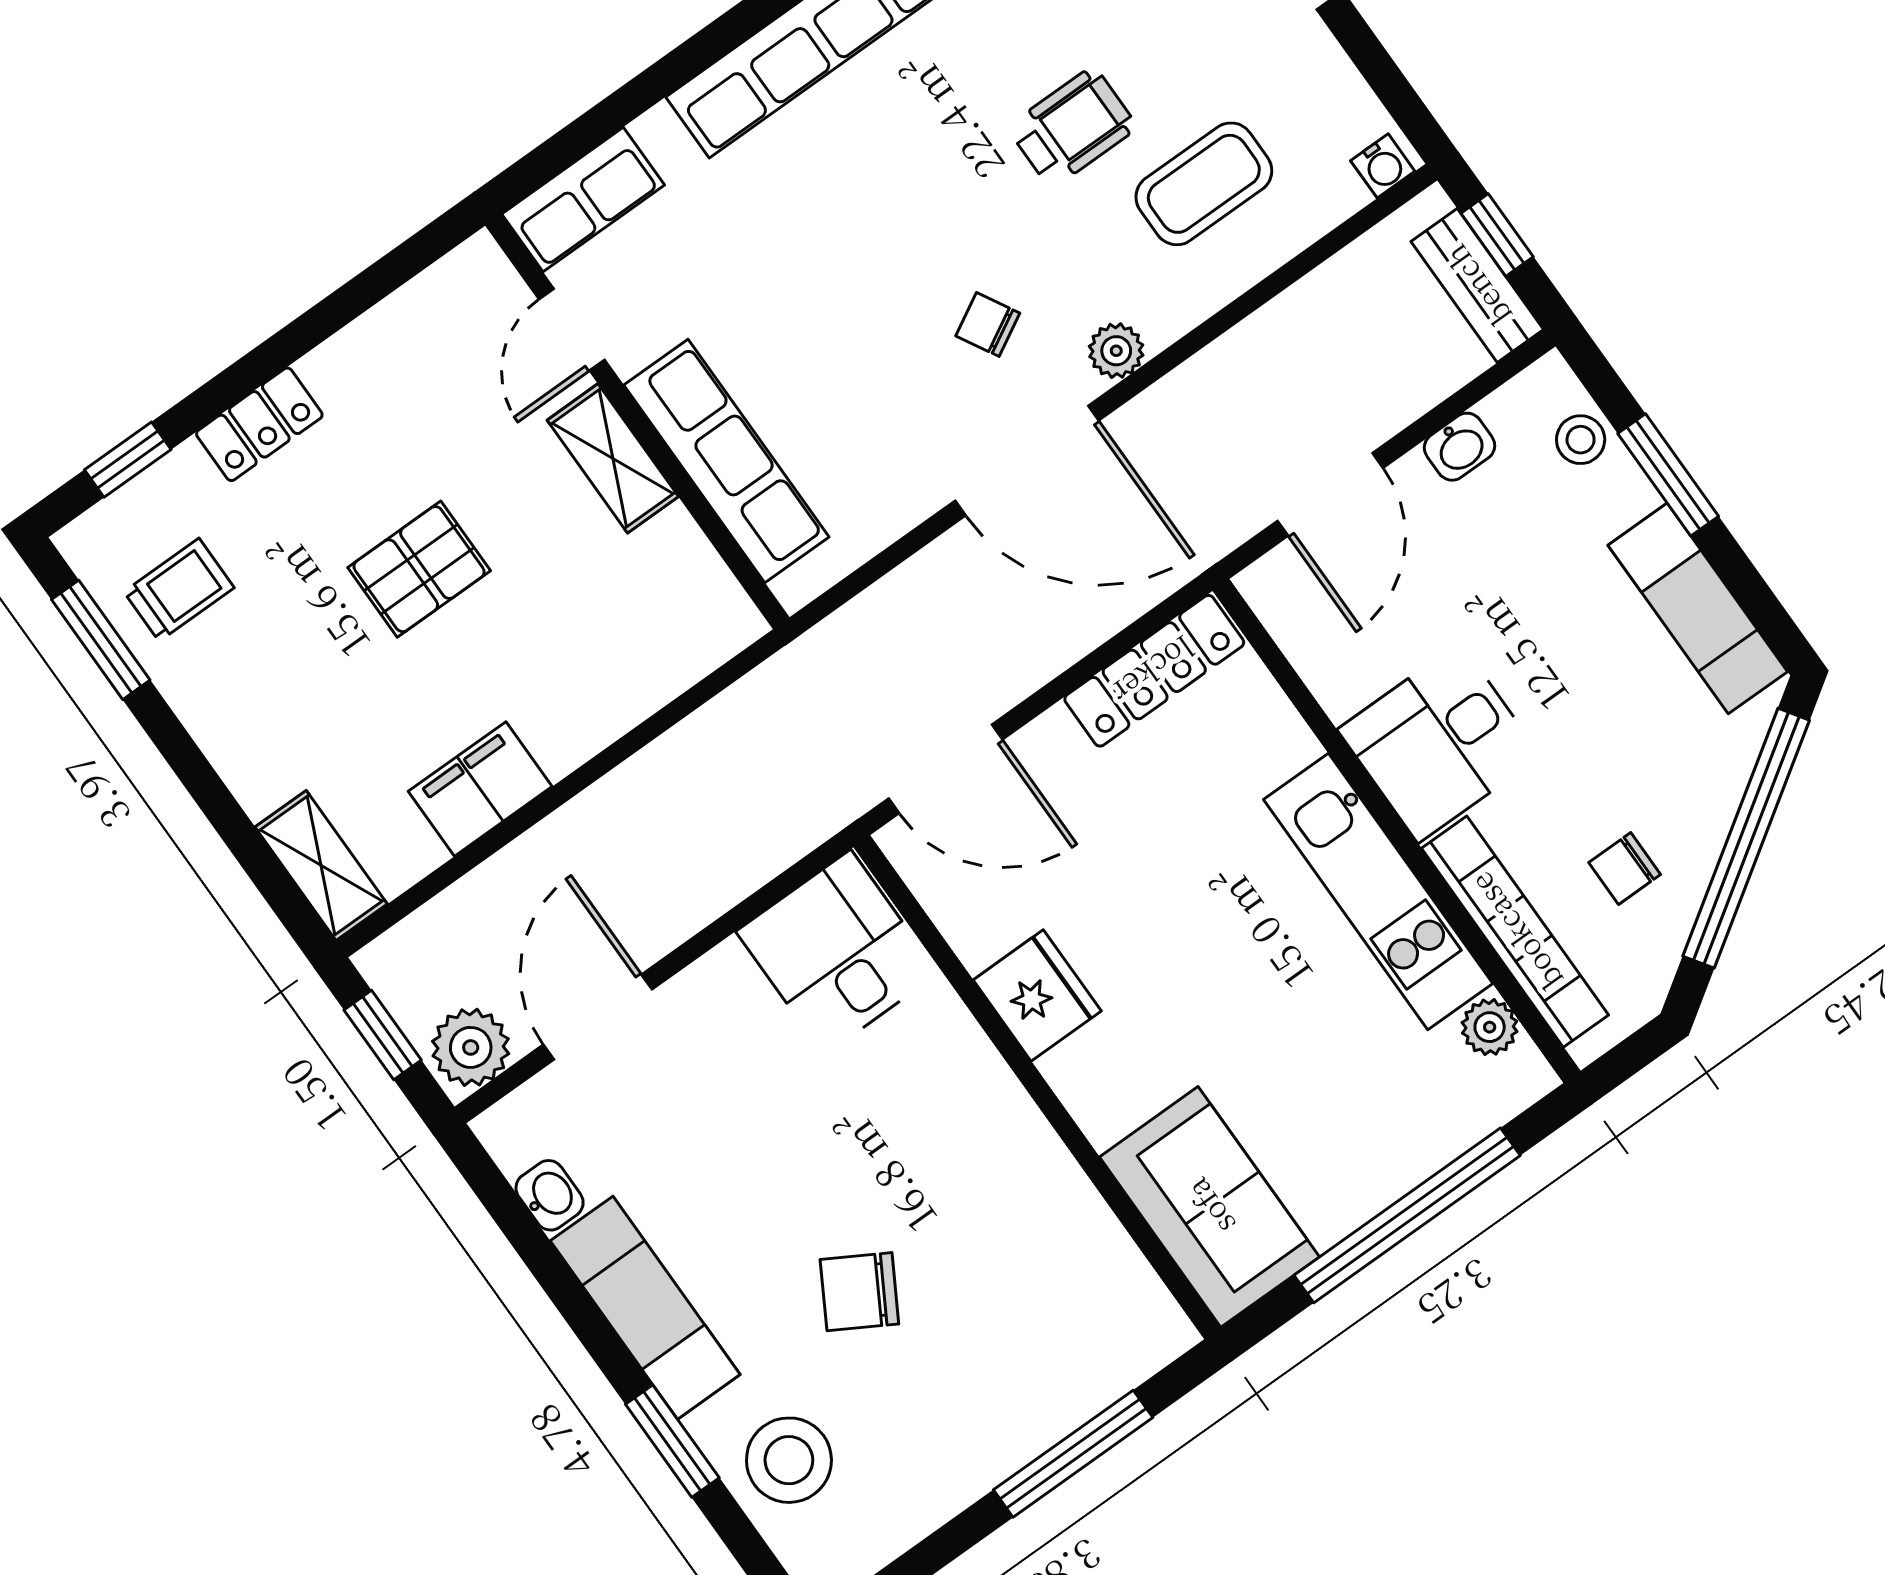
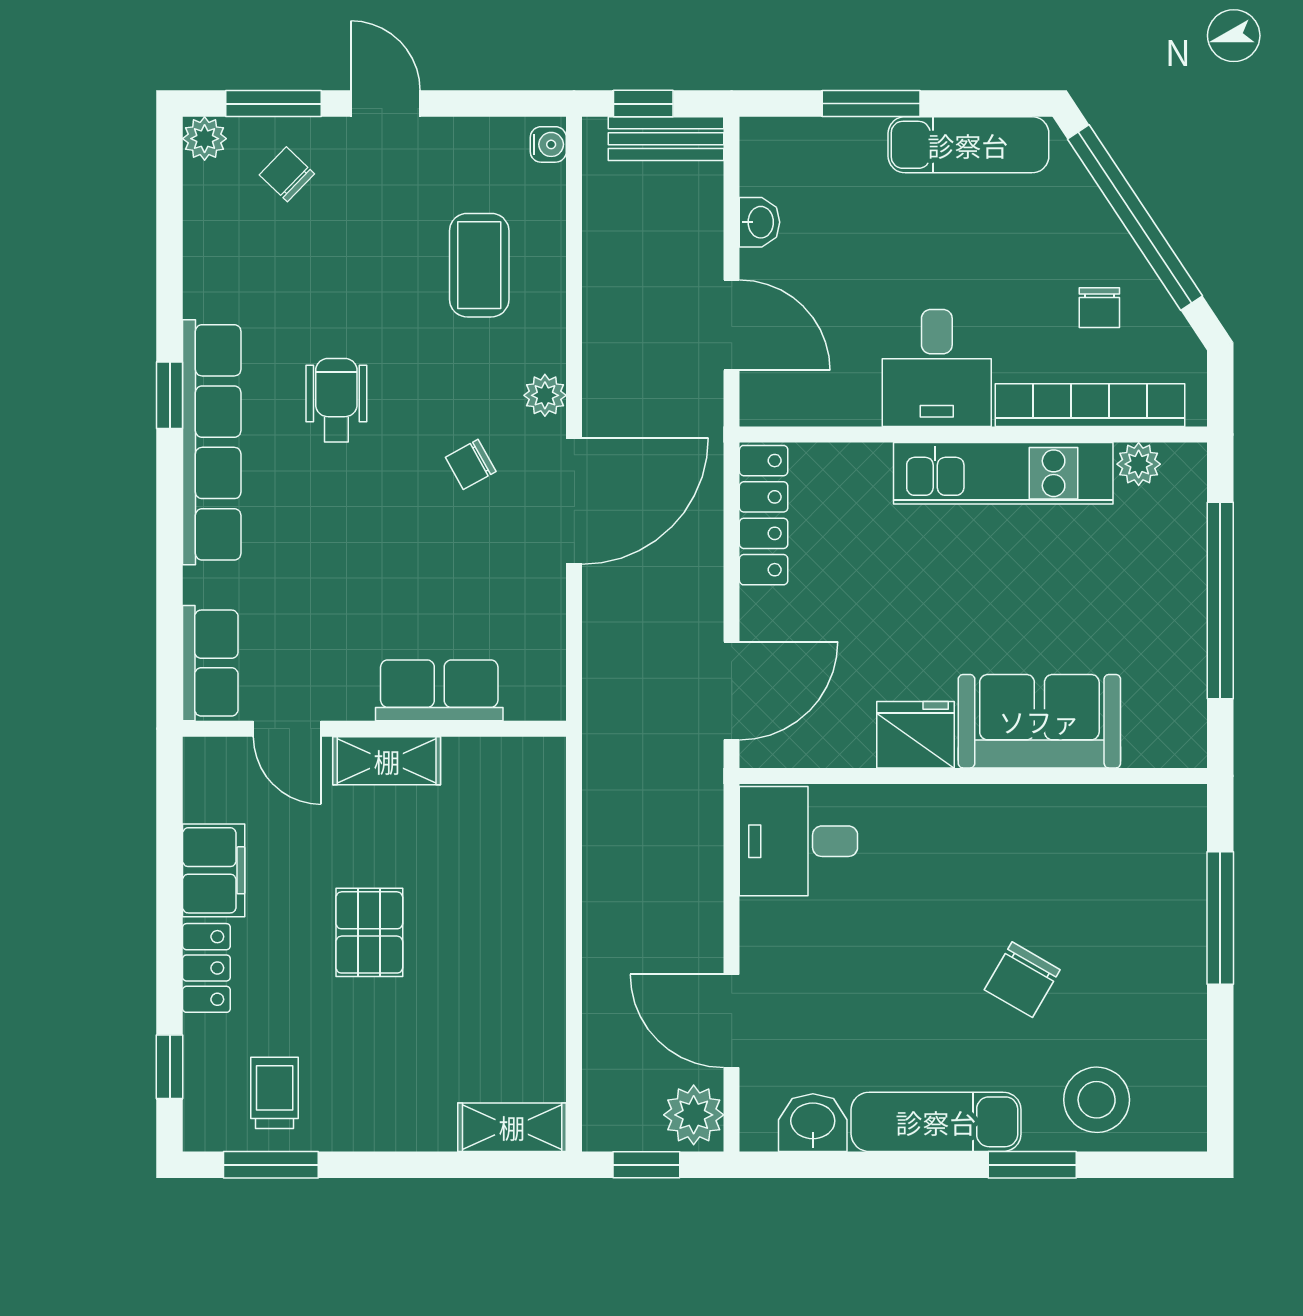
wheelchair: (1072, 127) -> (336, 400), moved
stool: (1581, 440) -> (810, 143), removed
row of seats: (726, 461) -> (439, 690), width x0.68
filing cabinet: (480, 789) -> (214, 870), moved, turned 180
washbasin: (550, 1195) -> (813, 1123), width x1.38, depth x1.45
sofa: (1209, 1207) -> (1039, 721), moved

